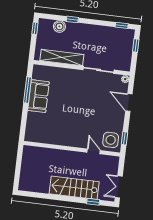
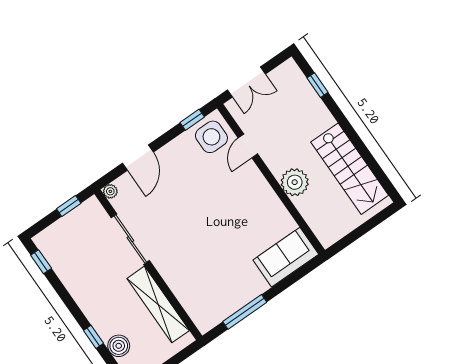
window: (136, 45) -> (69, 206), moved
sofa: (38, 96) -> (286, 257), moved
plant: (62, 157) -> (295, 182), added
double door: (119, 187) -> (246, 82), moved
stairs: (74, 188) -> (350, 169), moved

